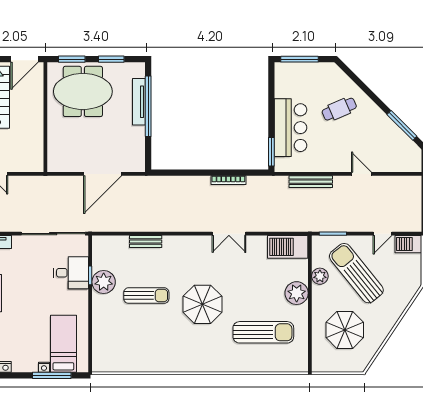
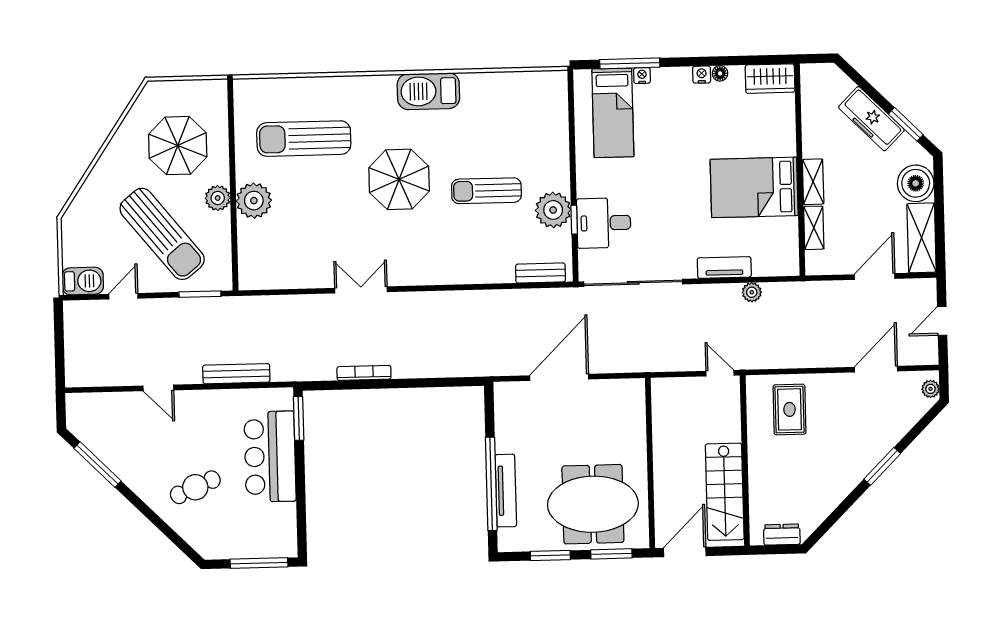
bench: (146, 242) -> (540, 273), moved
barbecue: (288, 247) -> (428, 91), moved, turned 180
plant: (320, 276) -> (218, 198), moved

